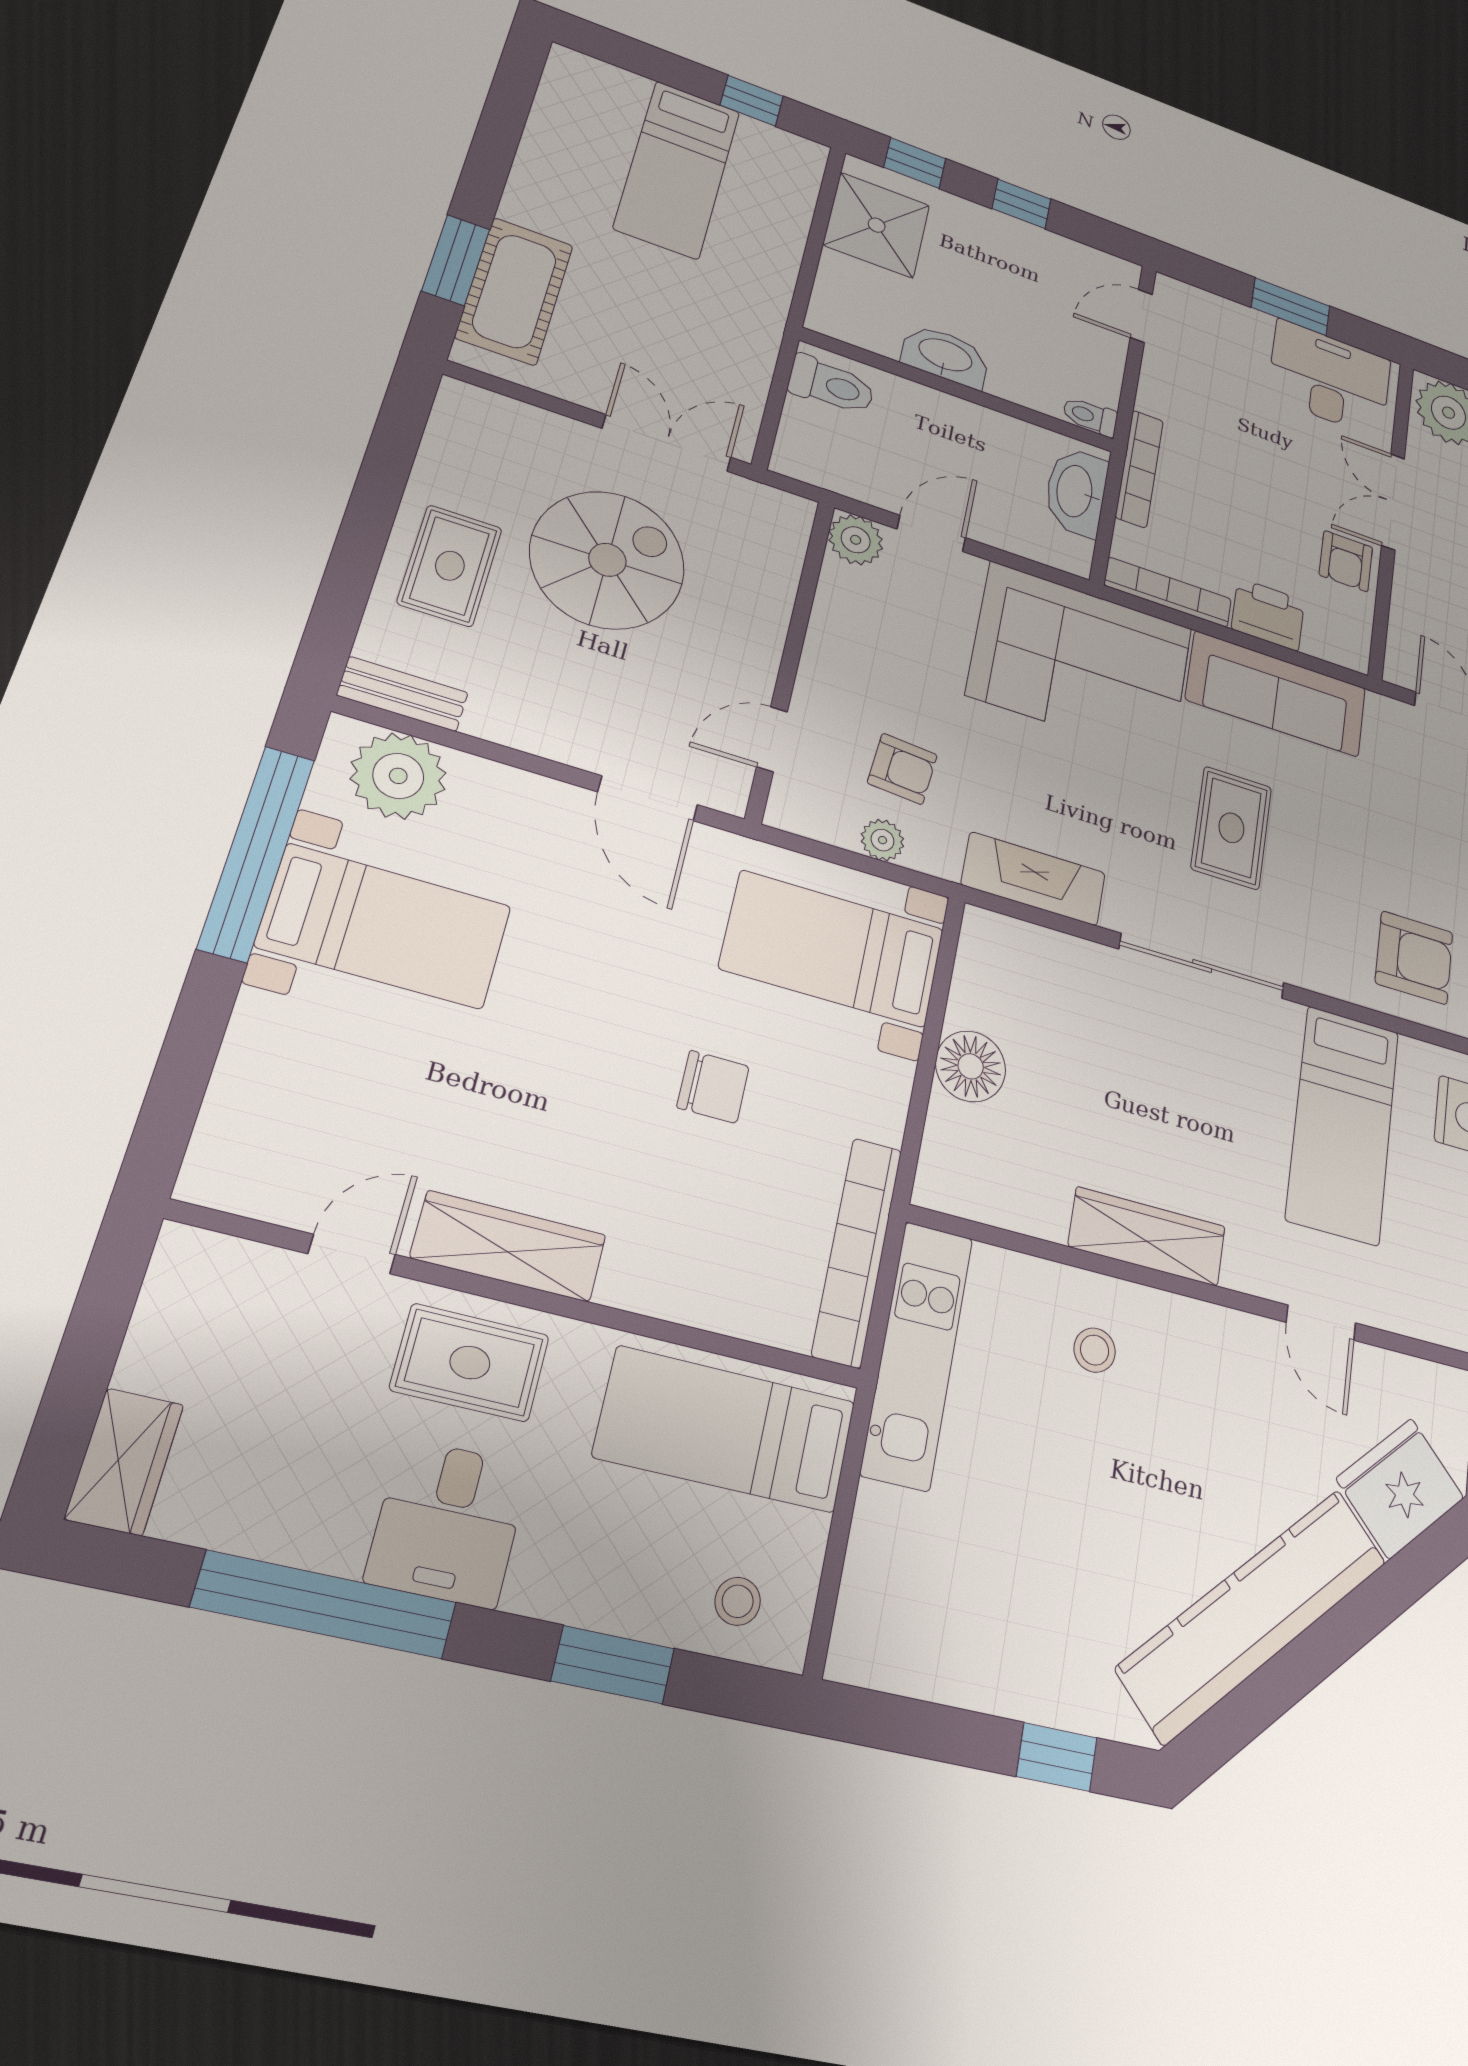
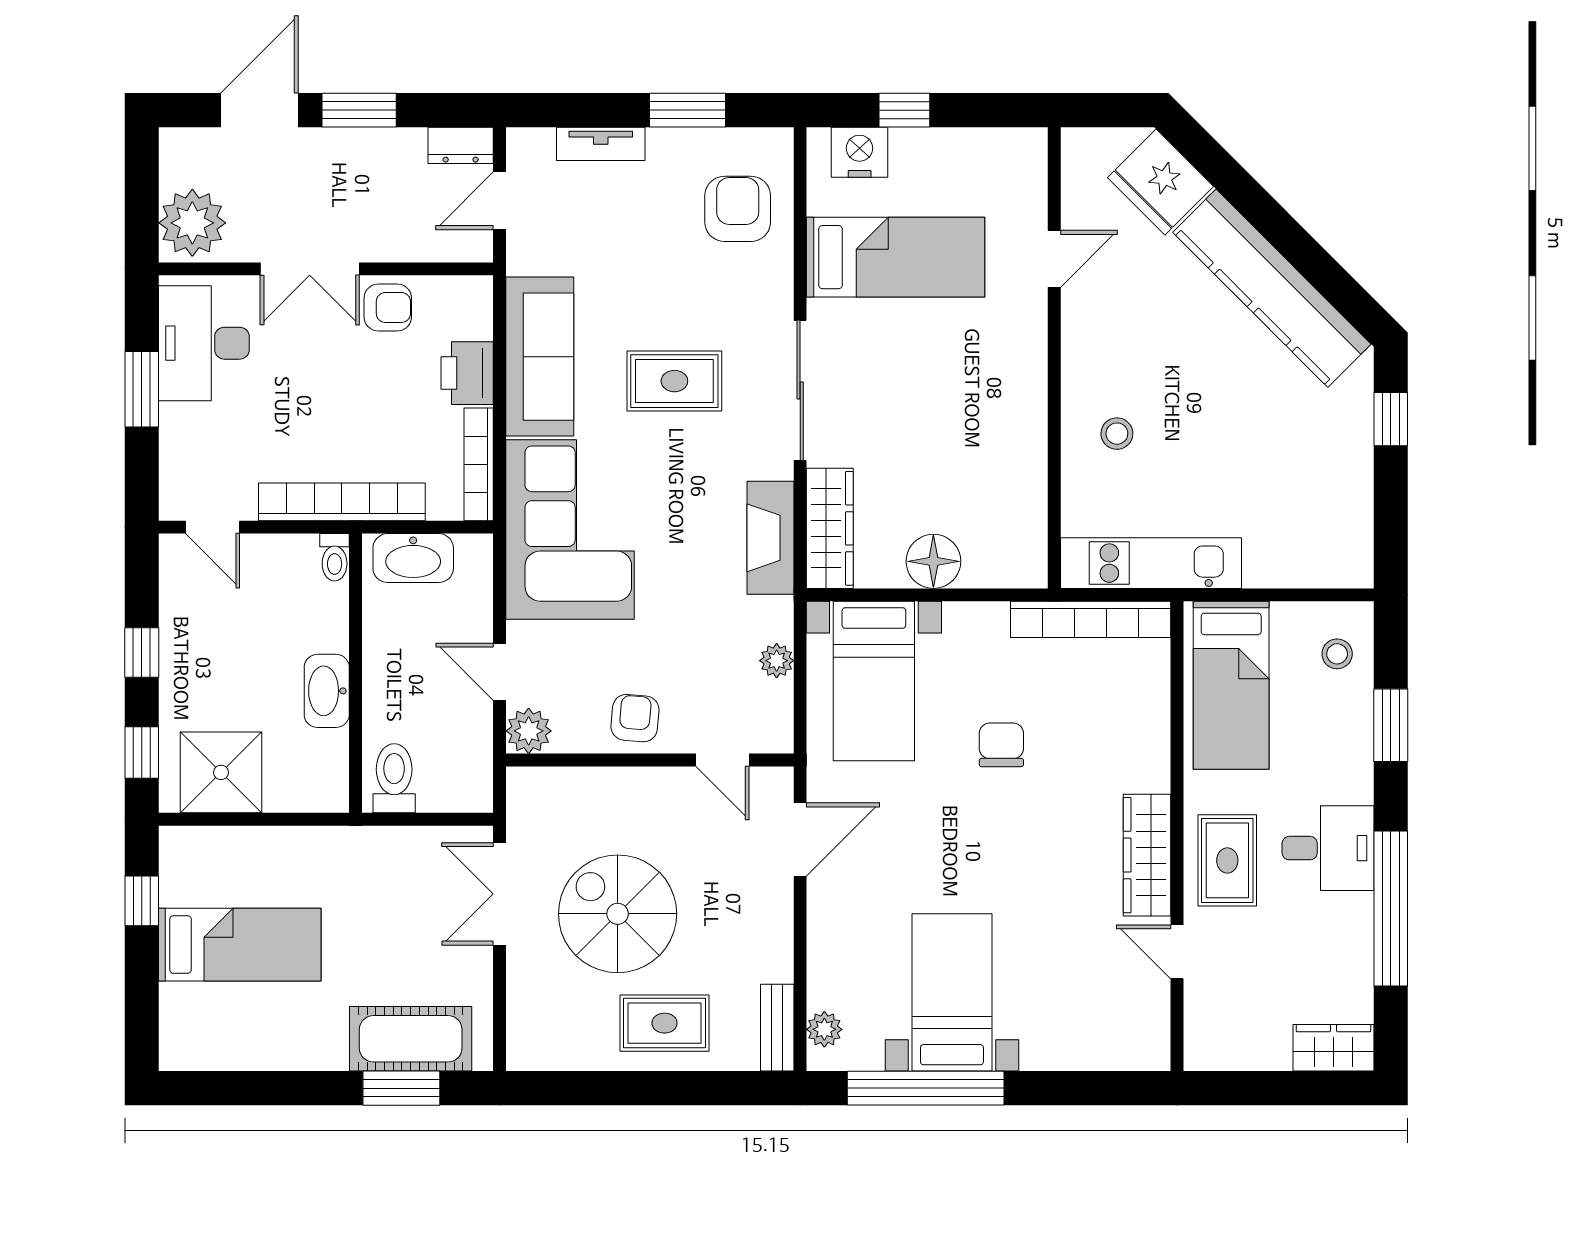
bookcase: (1139, 469) -> (342, 502), width x1.48, depth x1.31
armchair: (902, 769) -> (635, 718), moved
plant: (398, 776) -> (824, 1029), width x0.53, depth x0.53
wardrobe: (1147, 1236) -> (830, 528), moved, turned 180

